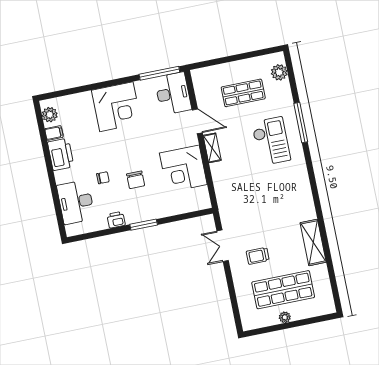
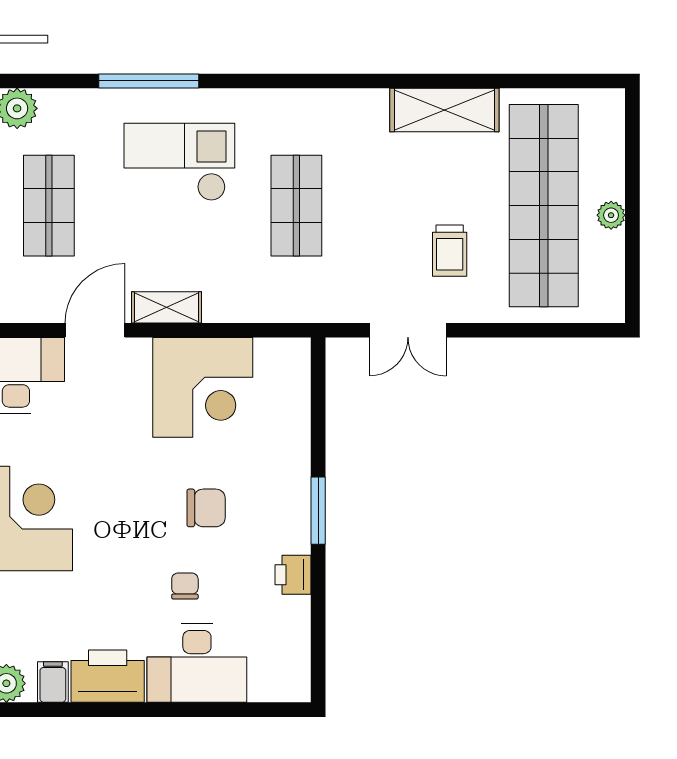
shop shelf: (263, 191) -> (296, 206), added
desk: (76, 202) -> (197, 663), moved
shop shelf: (283, 290) -> (544, 206), width x1.40

